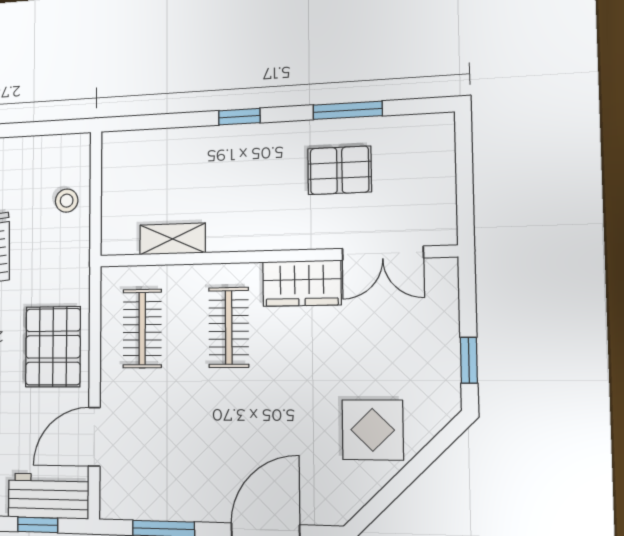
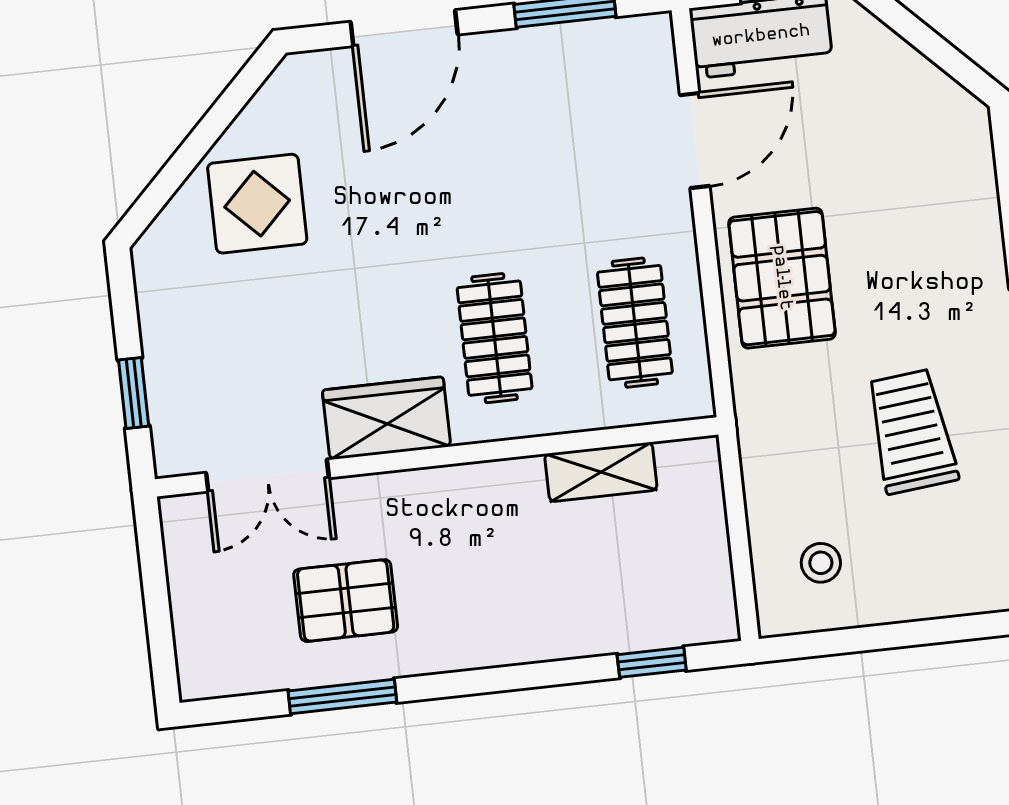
window: (239, 117) -> (652, 662), moved
stool: (67, 201) -> (821, 563), moved
double door: (383, 253) -> (267, 476), swing flipped
window: (469, 360) -> (134, 393), moved

